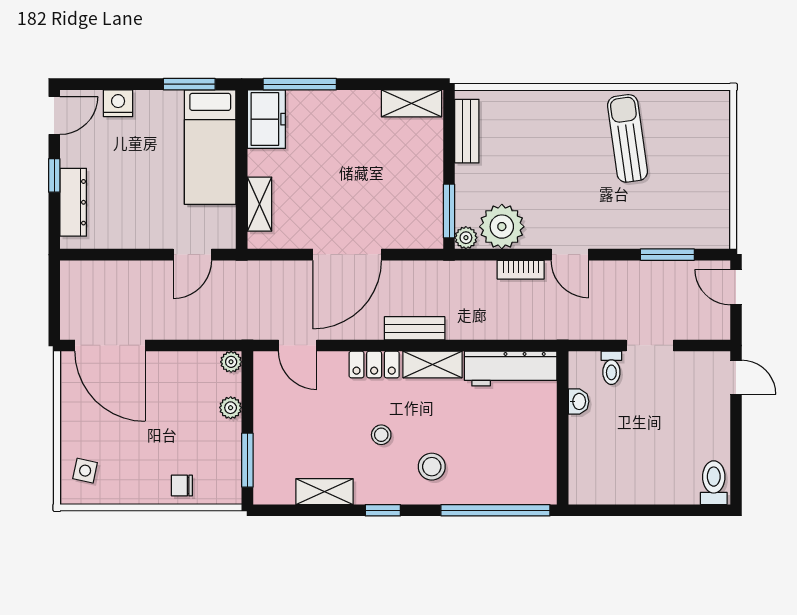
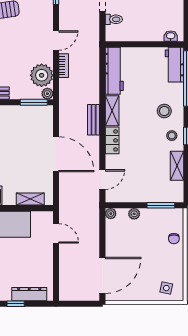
washbasin: (579, 401) -> (171, 36), moved
stool: (381, 435) -> (172, 136), moved
workbench: (523, 487) -> (175, 65), added

